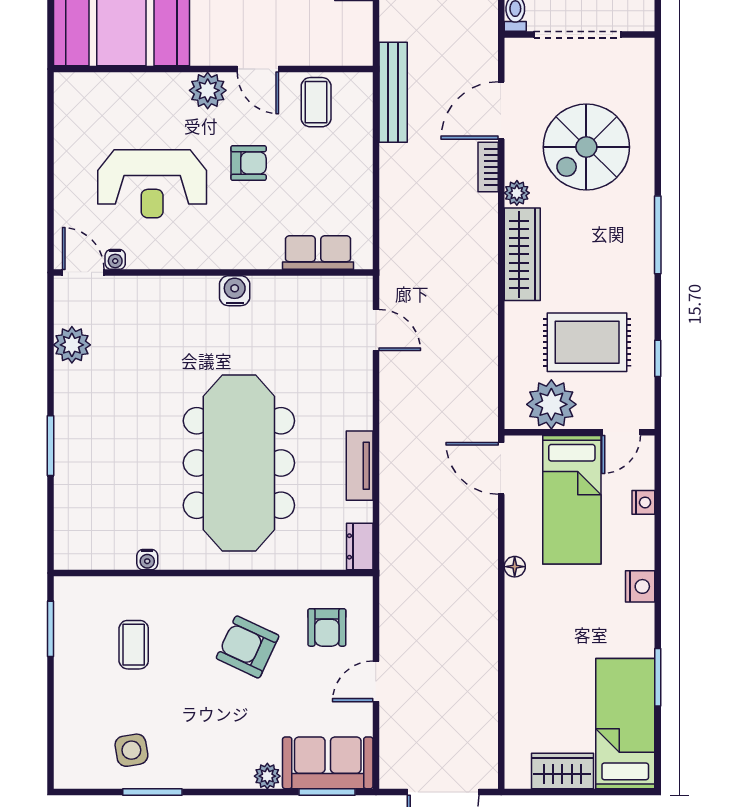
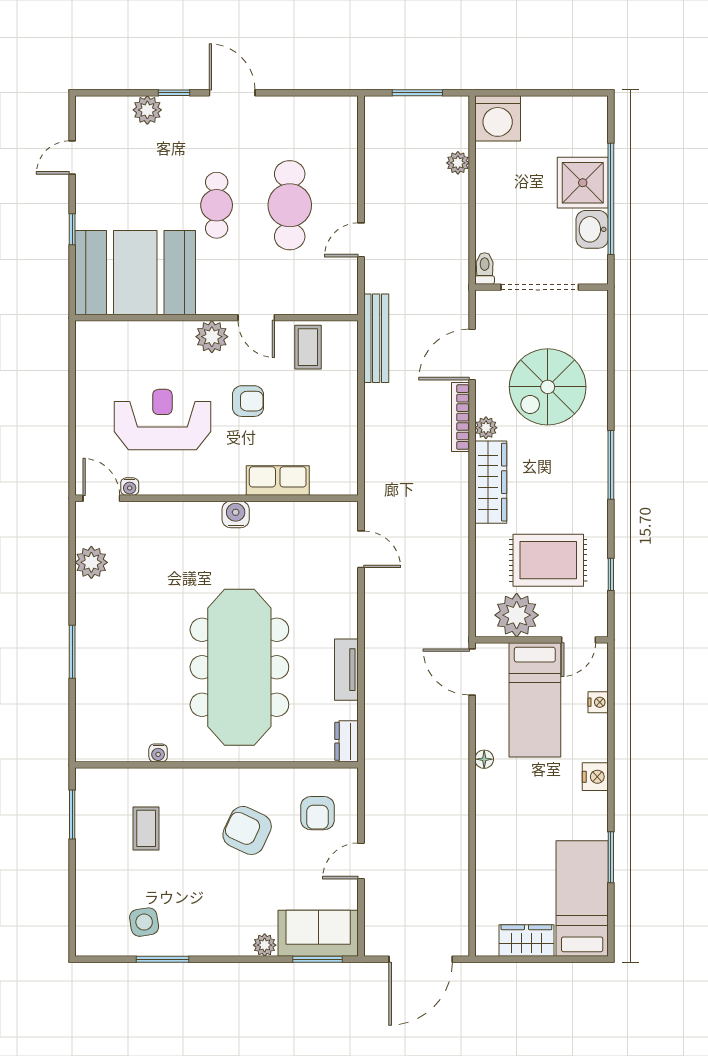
bookcase: (488, 167) -> (460, 417), width x1.56
reception desk: (152, 184) -> (162, 419), turned 180
row of seats: (318, 252) -> (278, 480), moved

